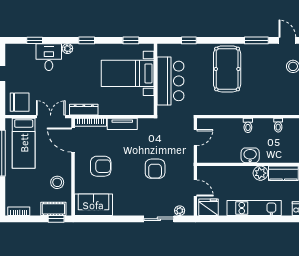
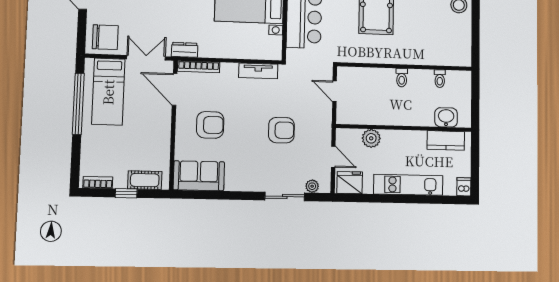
dresser: (84, 110) -> (185, 50), width x0.70
tv unit: (122, 124) -> (258, 71), moved
door: (195, 138) -> (335, 91), swing flipped
washbasin: (250, 155) -> (446, 117), moved
armchair: (155, 169) -> (281, 130), turned -90
plant: (260, 173) -> (371, 138), moved
stool: (57, 182) -> (151, 145), removed
window: (56, 219) -> (126, 193), moved

